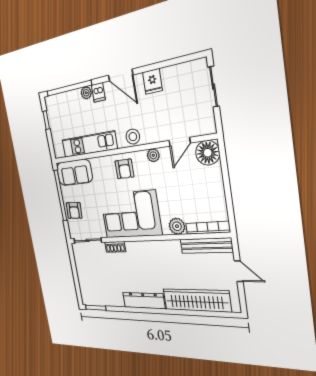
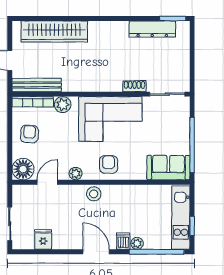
fridge: (152, 81) -> (43, 239), moved
kitchen unit: (89, 144) -> (181, 218), moved, turned 90
armchair: (74, 210) -> (29, 134), moved
dresser: (144, 301) -> (152, 29), moved

